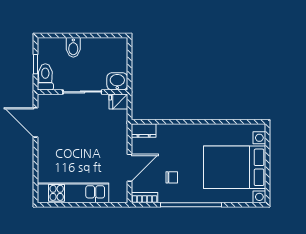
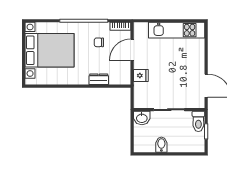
bidet: (73, 47) -> (161, 145), moved
fridge: (118, 102) -> (141, 76), moved
dresser: (144, 131) -> (99, 79), moved

